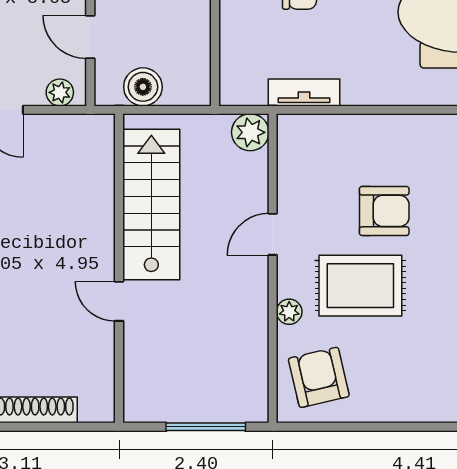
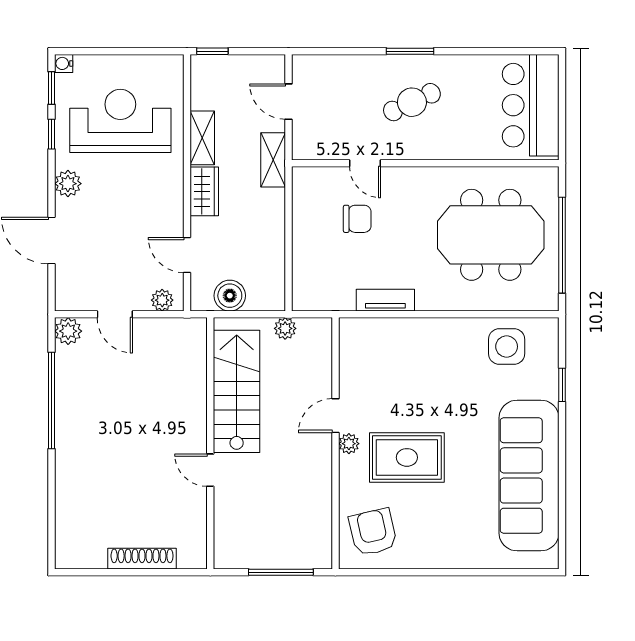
tv unit: (304, 92) -> (385, 300), moved
plant: (250, 132) -> (285, 328), moved, width x0.73, depth x0.73
armchair: (384, 211) -> (426, 397), removed
plant: (289, 312) -> (349, 444), moved

